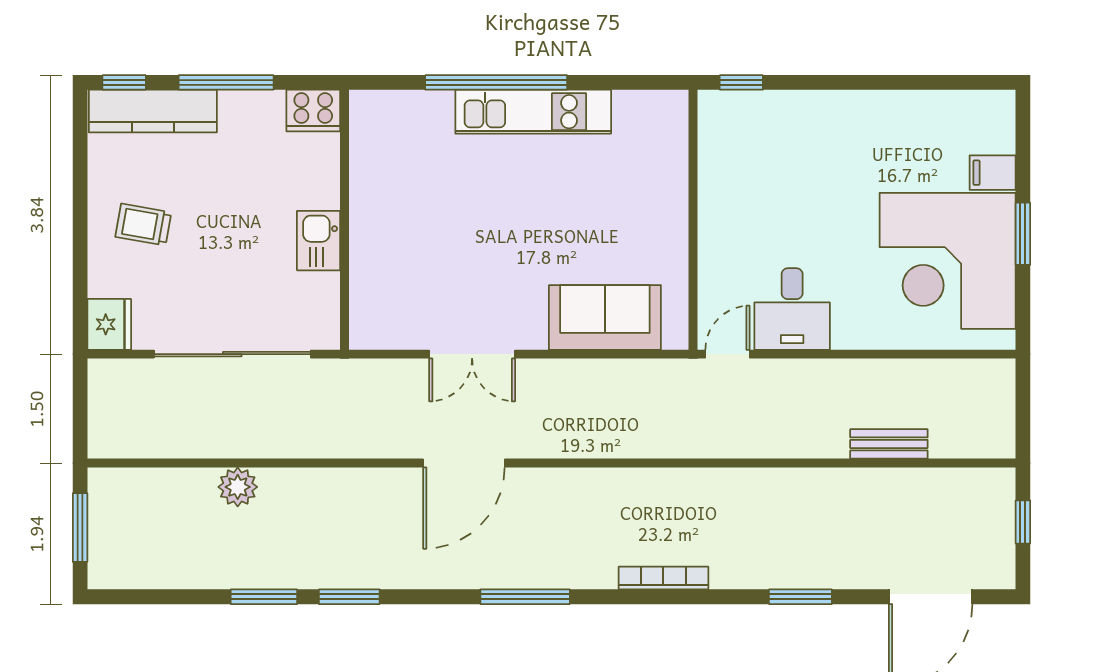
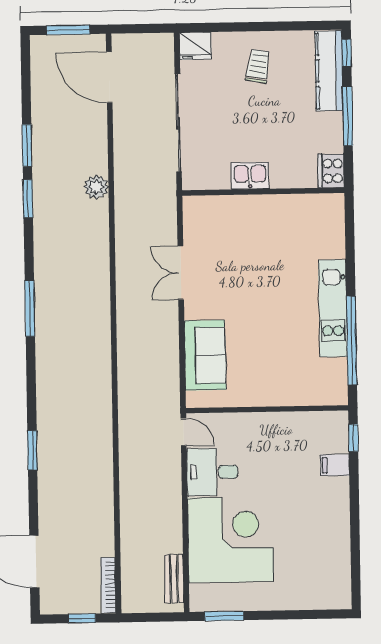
window: (496, 82) -> (352, 340), moved
filing cabinet: (993, 173) -> (335, 465), moved, turned -90
window: (1023, 234) -> (224, 616), moved
corner desk: (948, 261) -> (231, 540), moved, turned 90
bench: (889, 444) -> (174, 579), moved
door: (464, 463) -> (109, 77), moved
plant: (238, 487) -> (96, 187), moved
bookcase: (663, 578) -> (108, 585), moved, turned 180
window: (800, 597) -> (32, 450), moved

